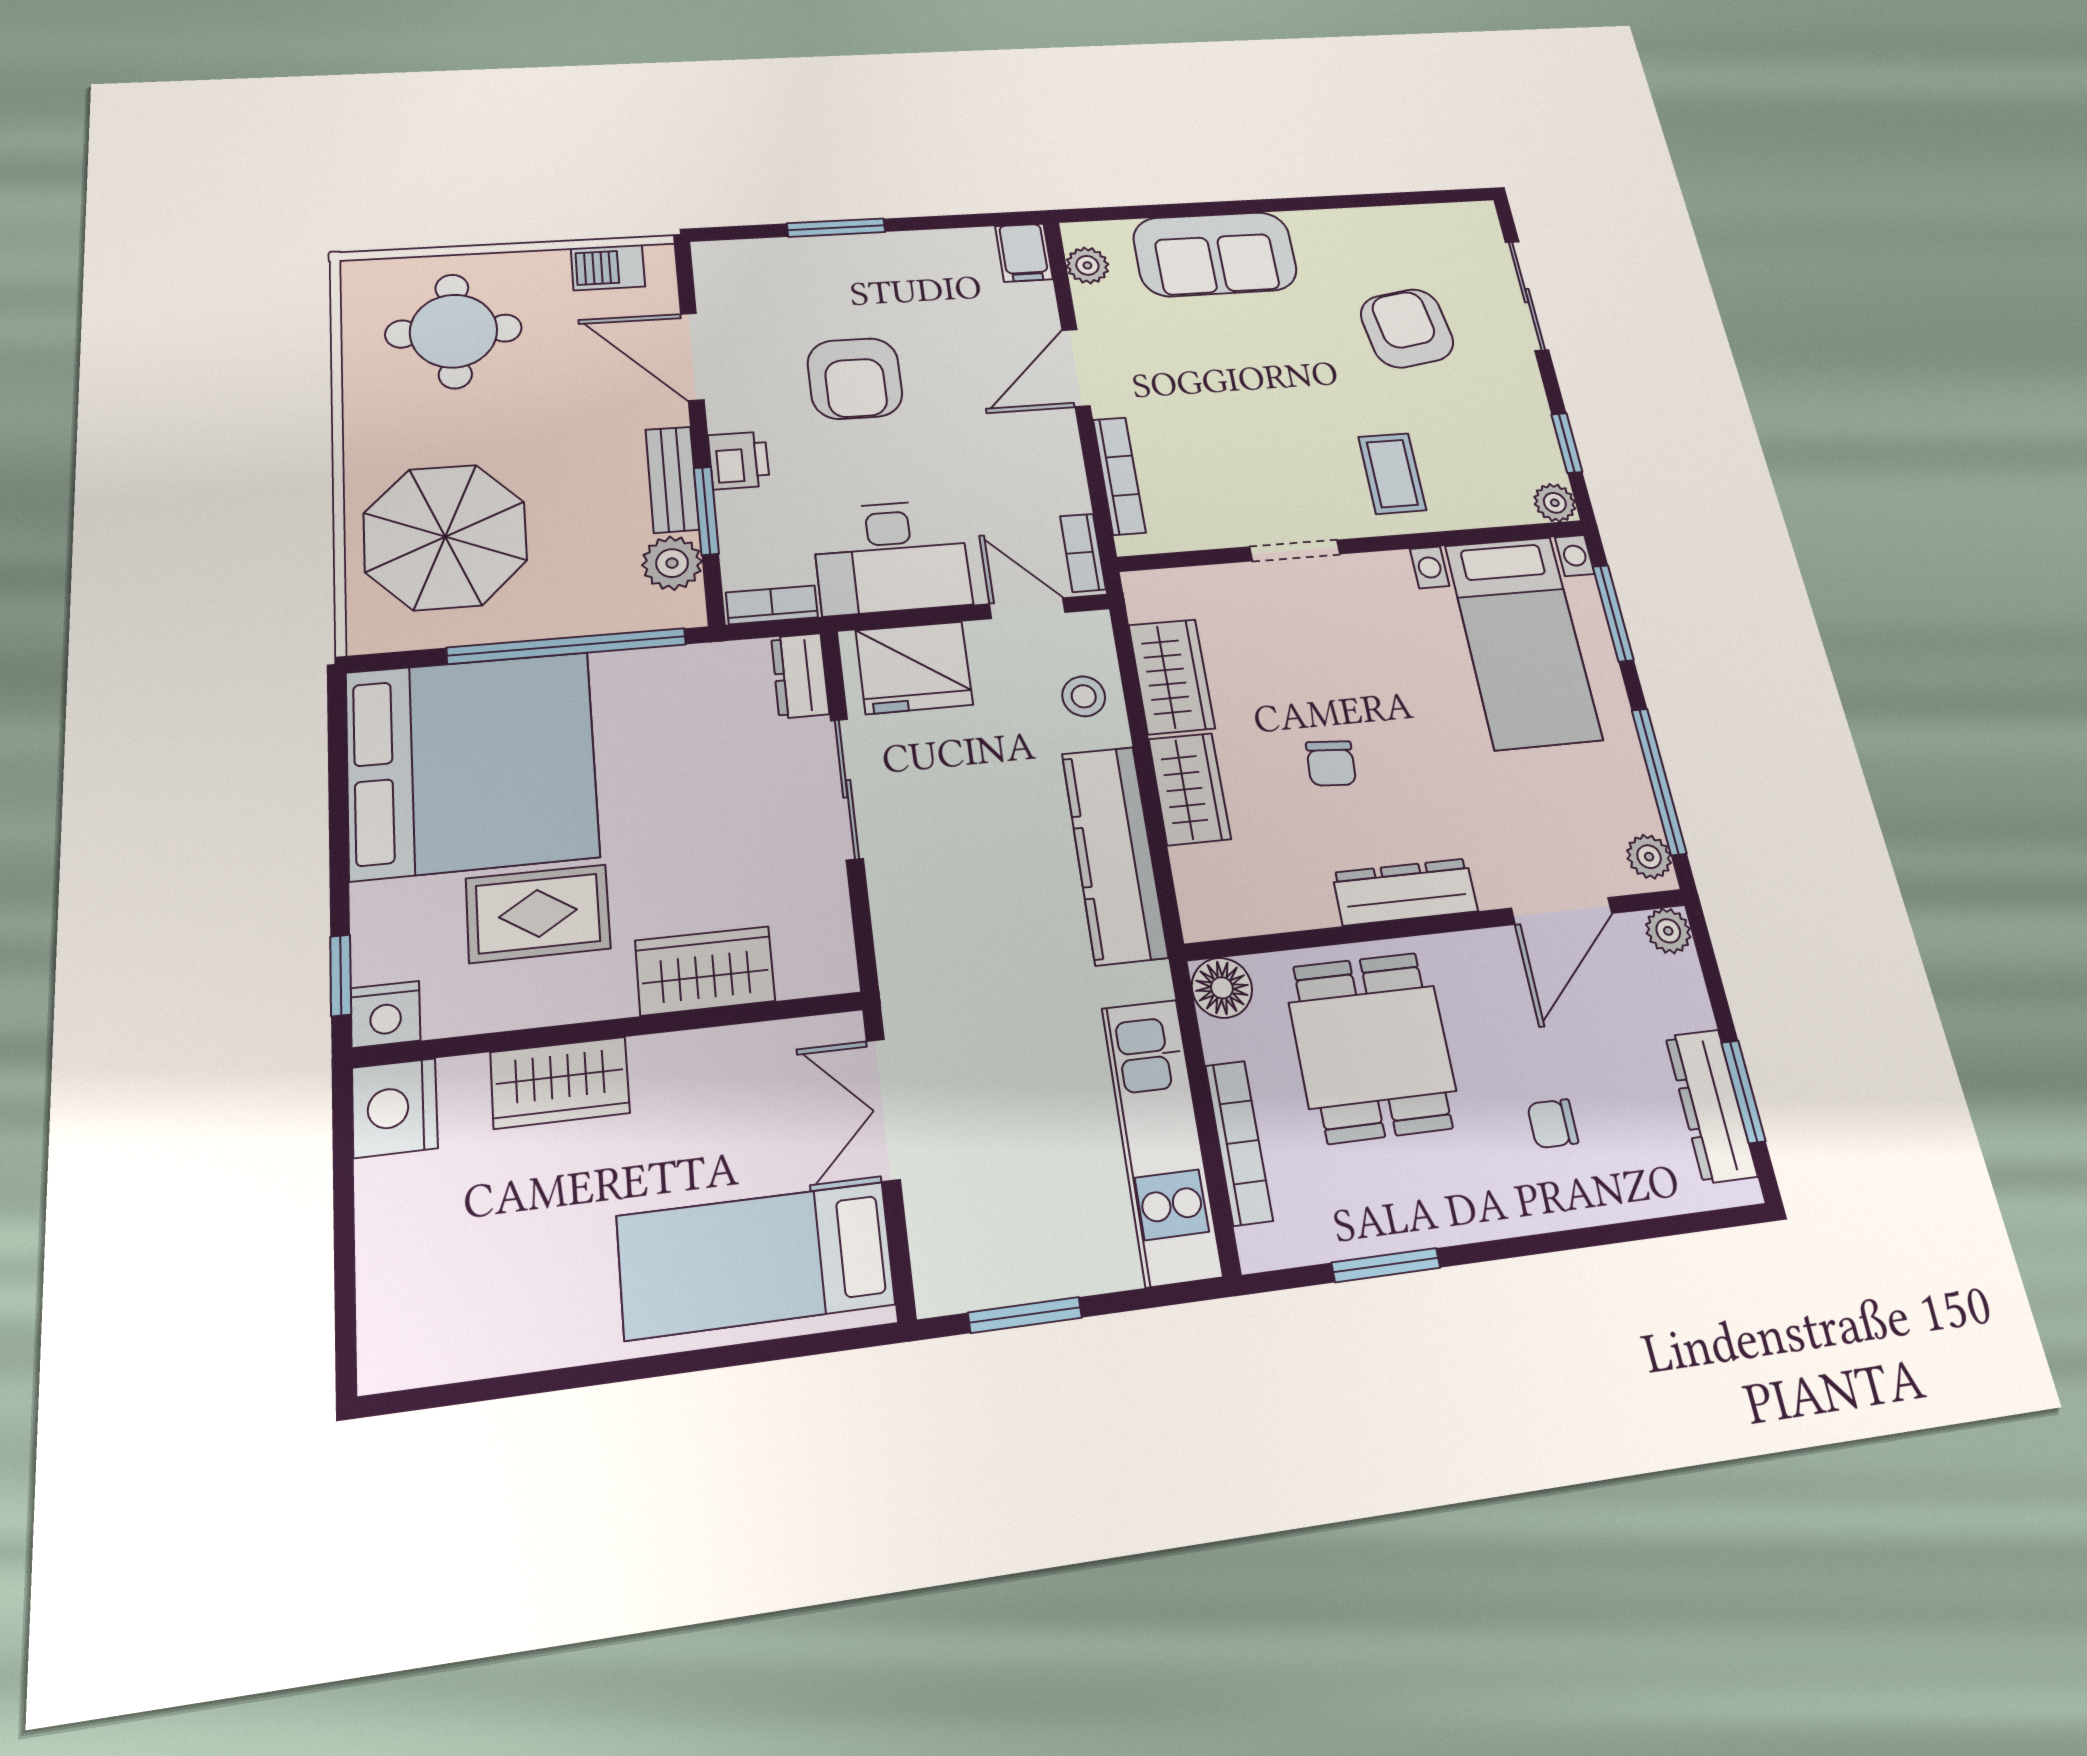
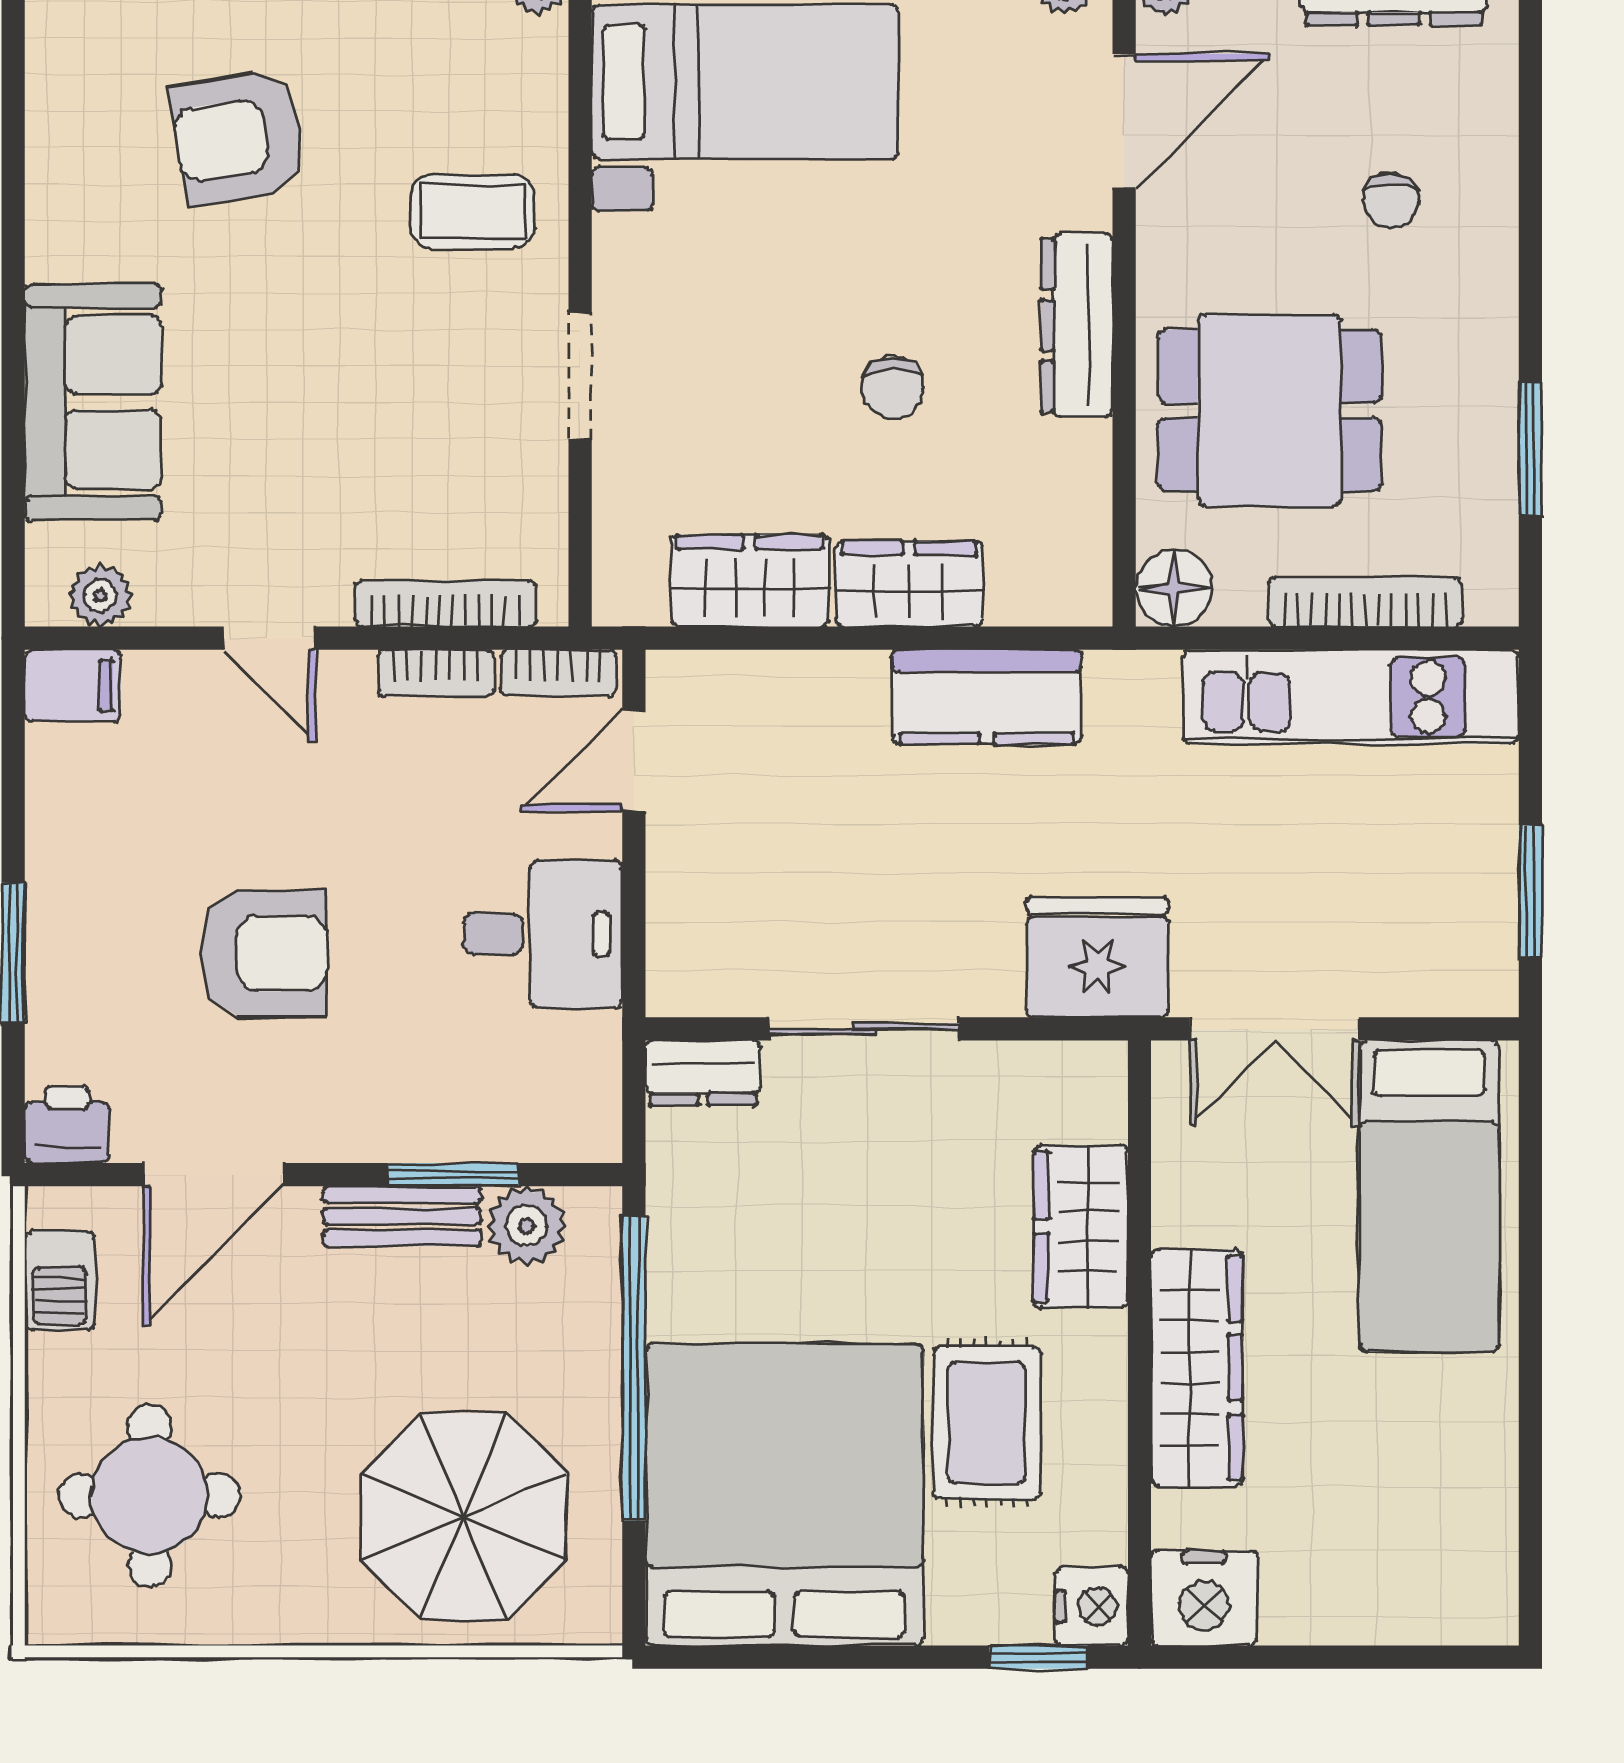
door: (1076, 368) -> (270, 638), width x0.73
printer: (739, 460) -> (67, 1125), moved
desk: (891, 557) -> (543, 934), width x0.73
bookcase: (772, 605) -> (436, 673), moved, turned -90
fridge: (914, 667) -> (1097, 957), moved, turned -90
stool: (1084, 696) -> (767, 704), removed
chair: (1331, 763) -> (893, 388), turned 86
kitchen counter: (1114, 854) -> (987, 697), width x0.67
door: (1562, 911) -> (1124, 121), hinge flipped
wardrobe: (560, 1083) -> (1197, 1368), width x1.50

